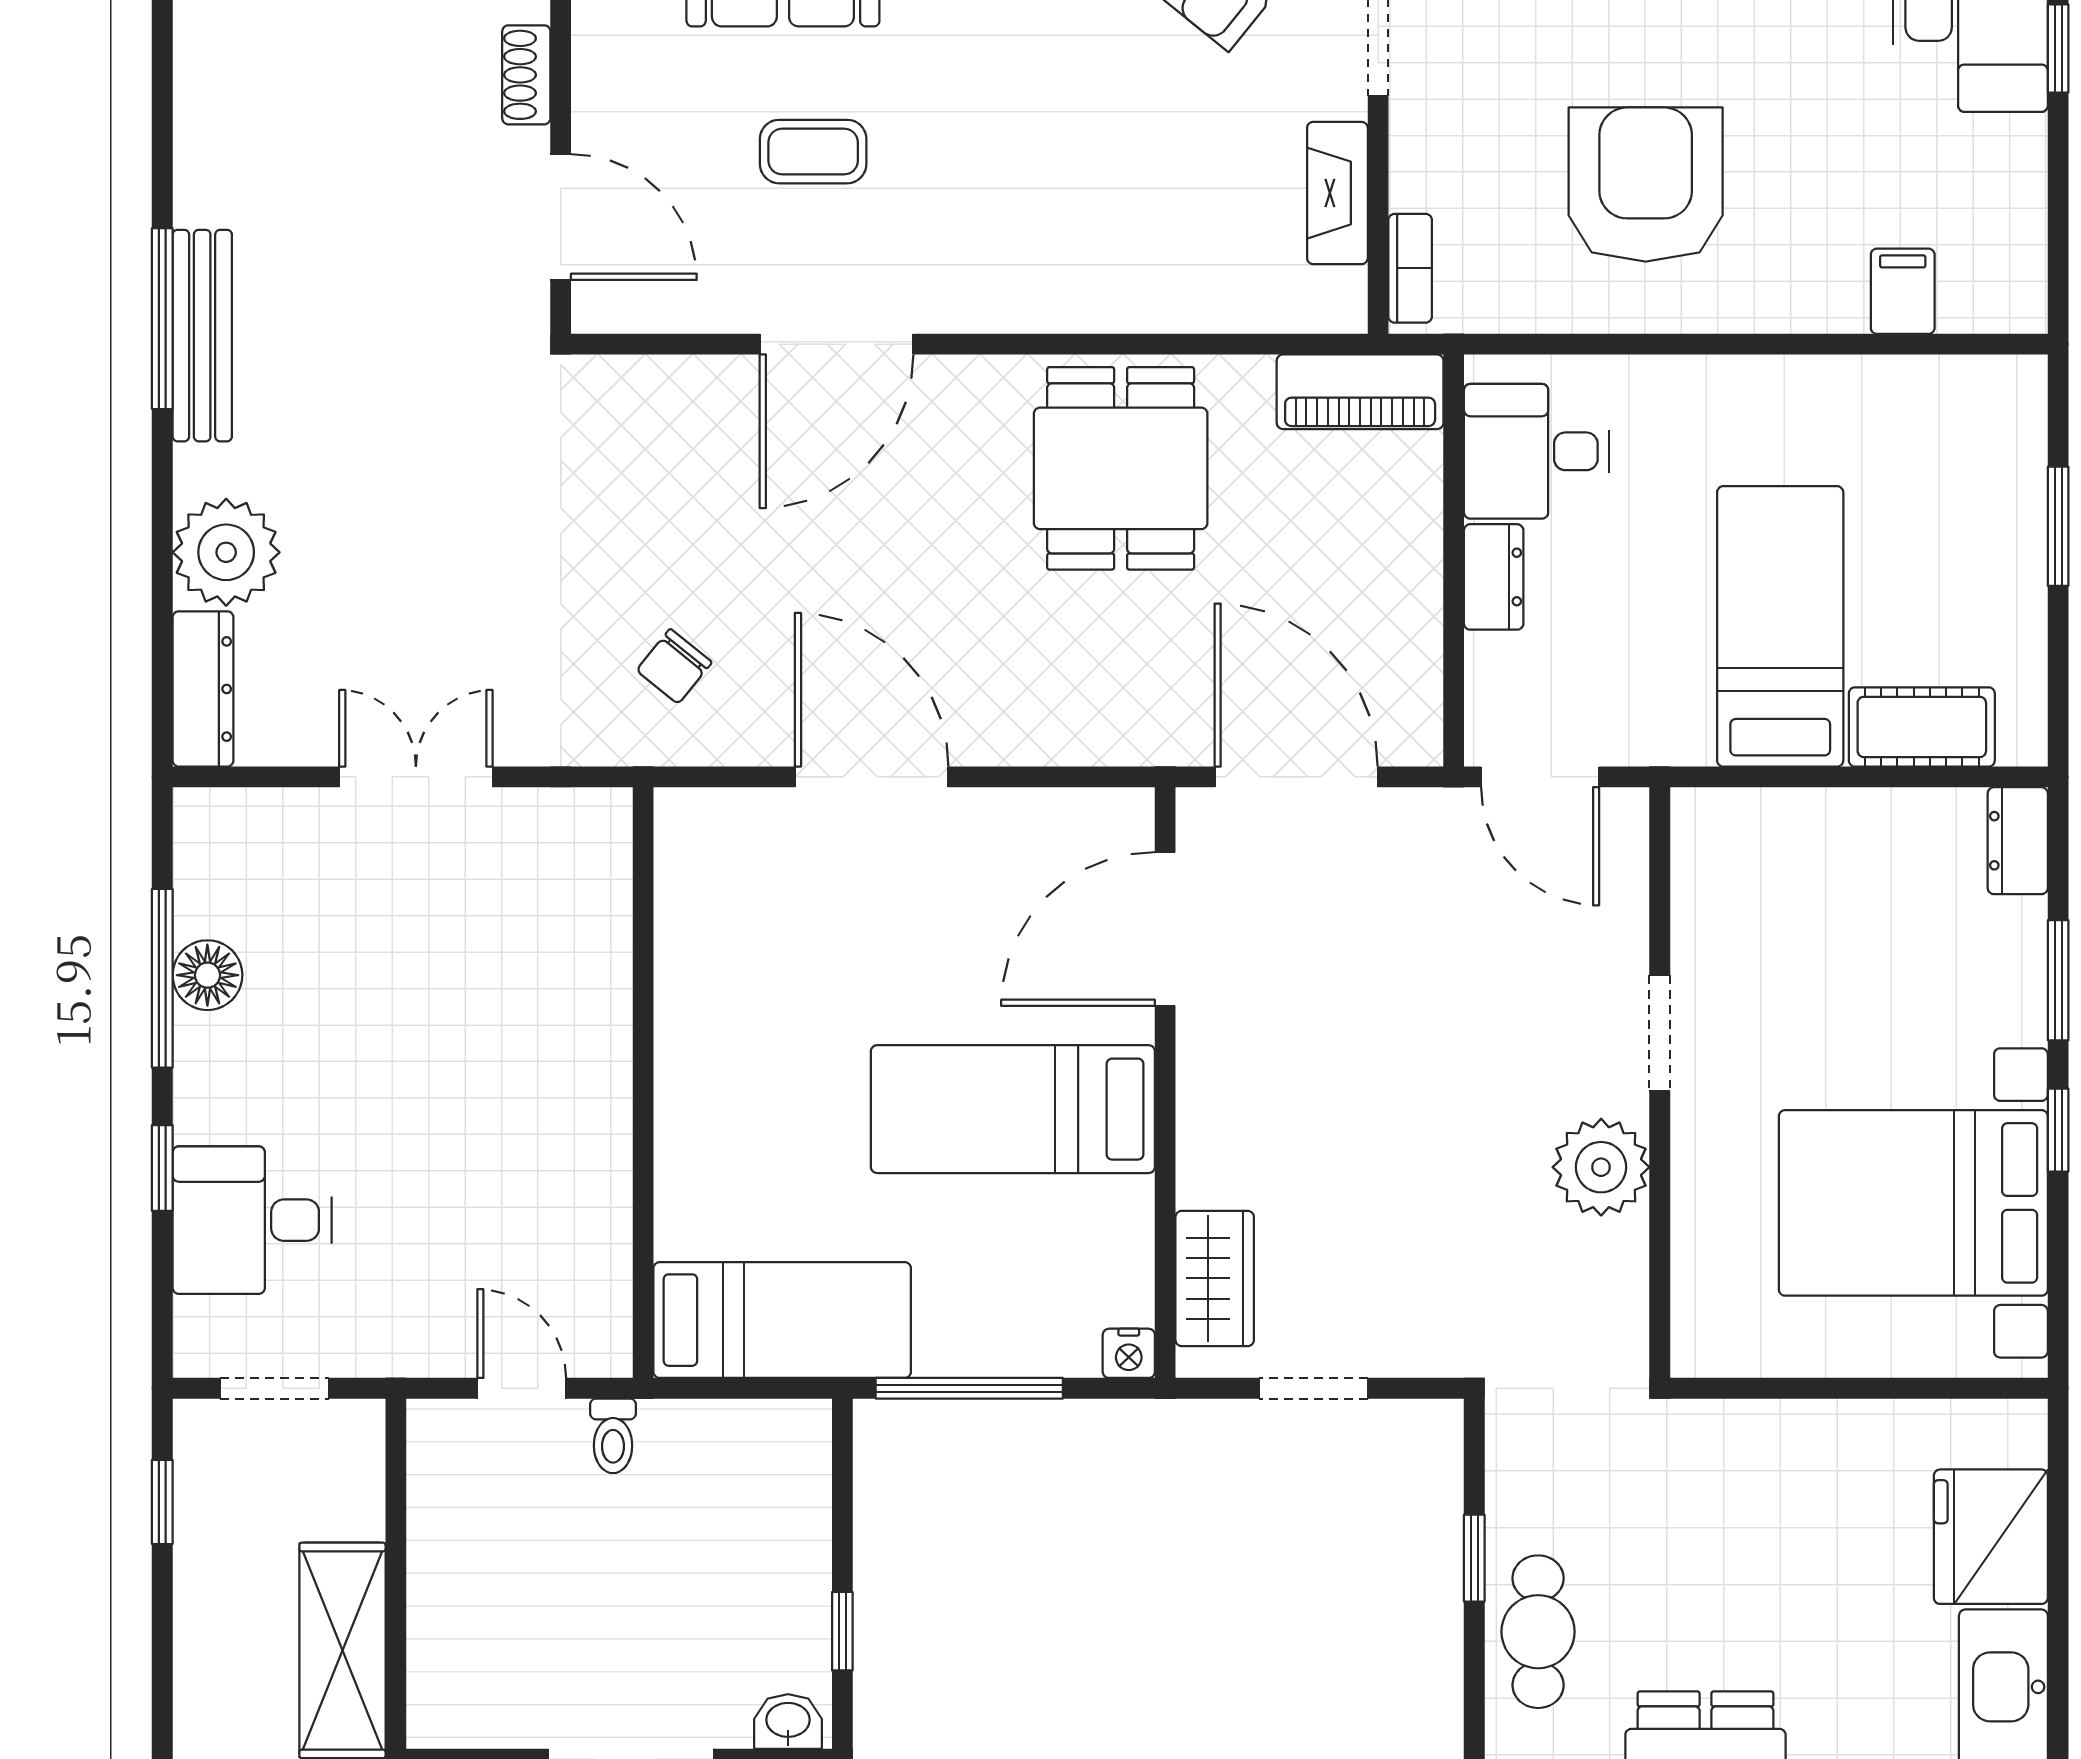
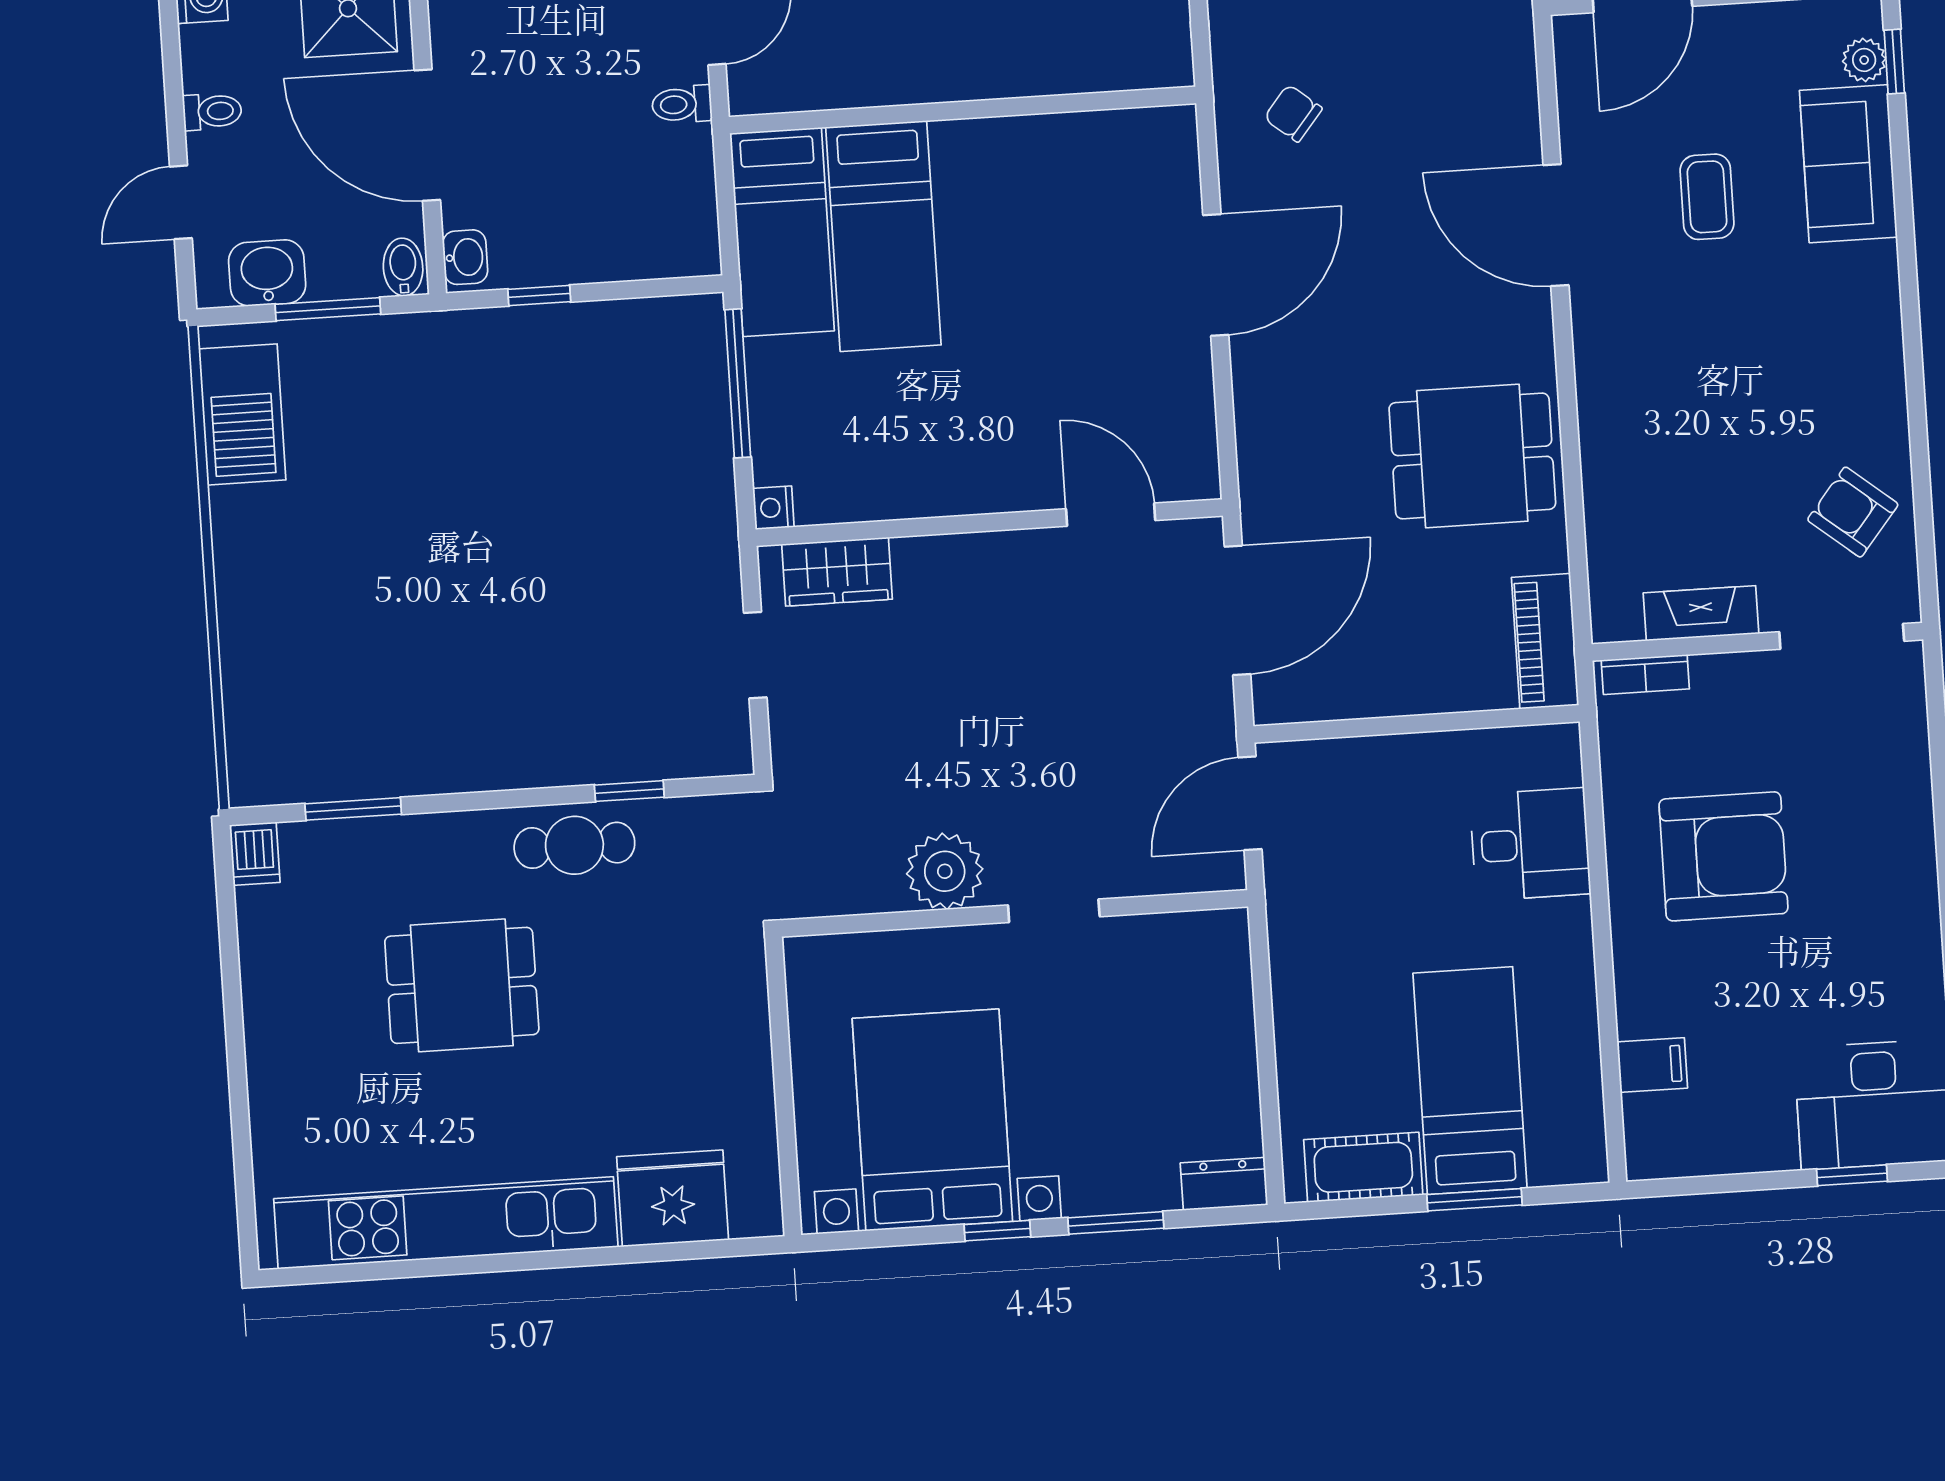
desk: (1537, 451) -> (1530, 844), moved, turned 90
dresser: (1494, 577) -> (1406, 756), removed
bed: (1780, 626) -> (1470, 1081), moved, turned -90
cot: (1922, 727) -> (1363, 1167), moved, turned 90
door: (1165, 929) -> (1111, 515), width x0.73
bed: (1013, 1109) -> (883, 236), moved, turned 180

